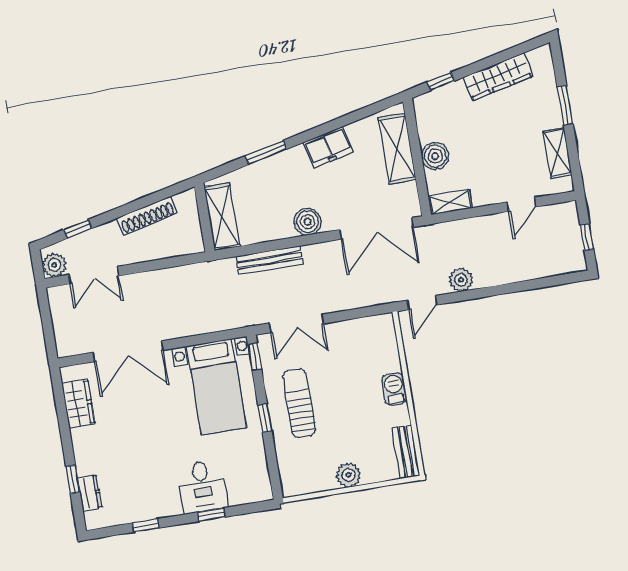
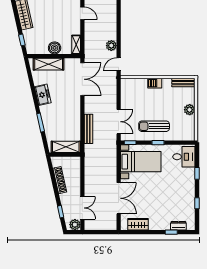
boiler: (308, 222) -> (74, 109), removed
door: (422, 303) -> (119, 64), swing flipped
desk: (202, 487) -> (184, 157), moved

